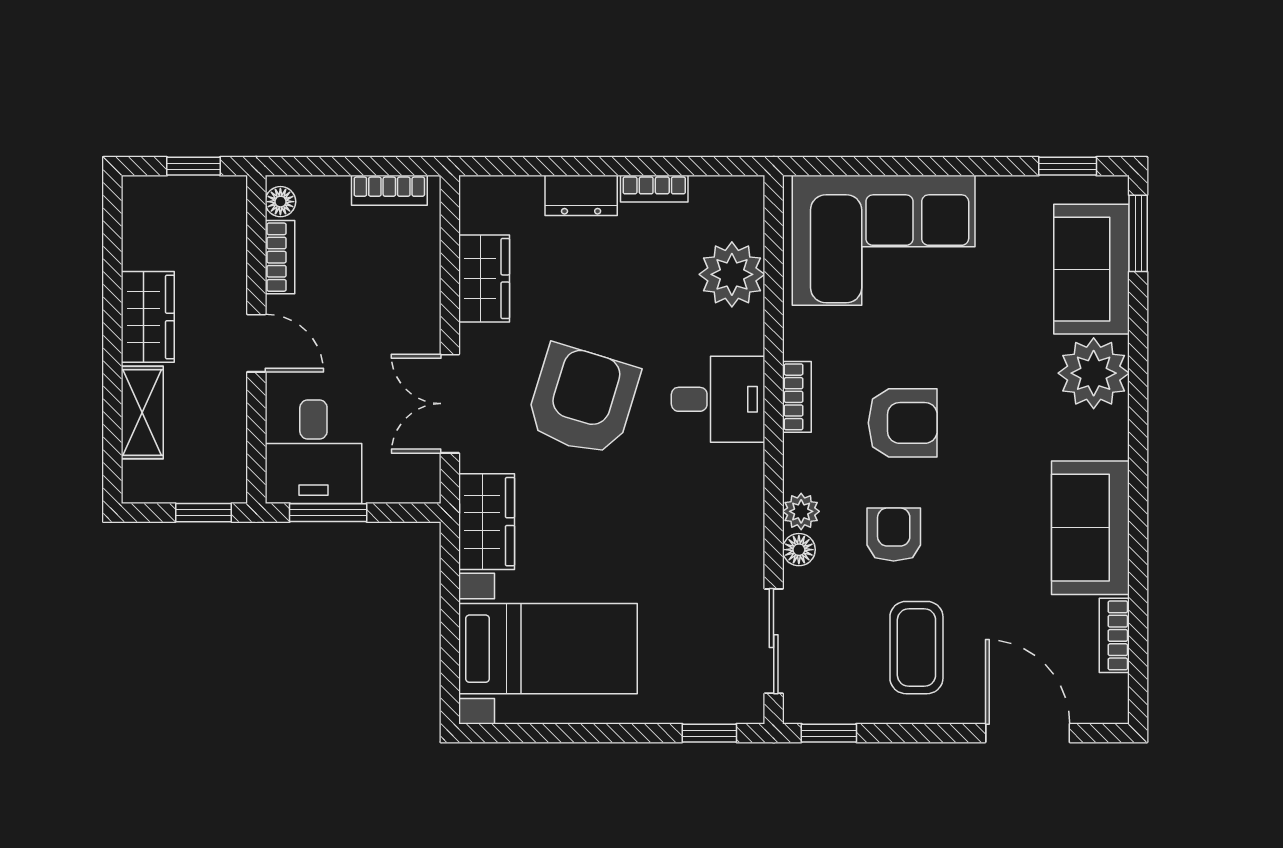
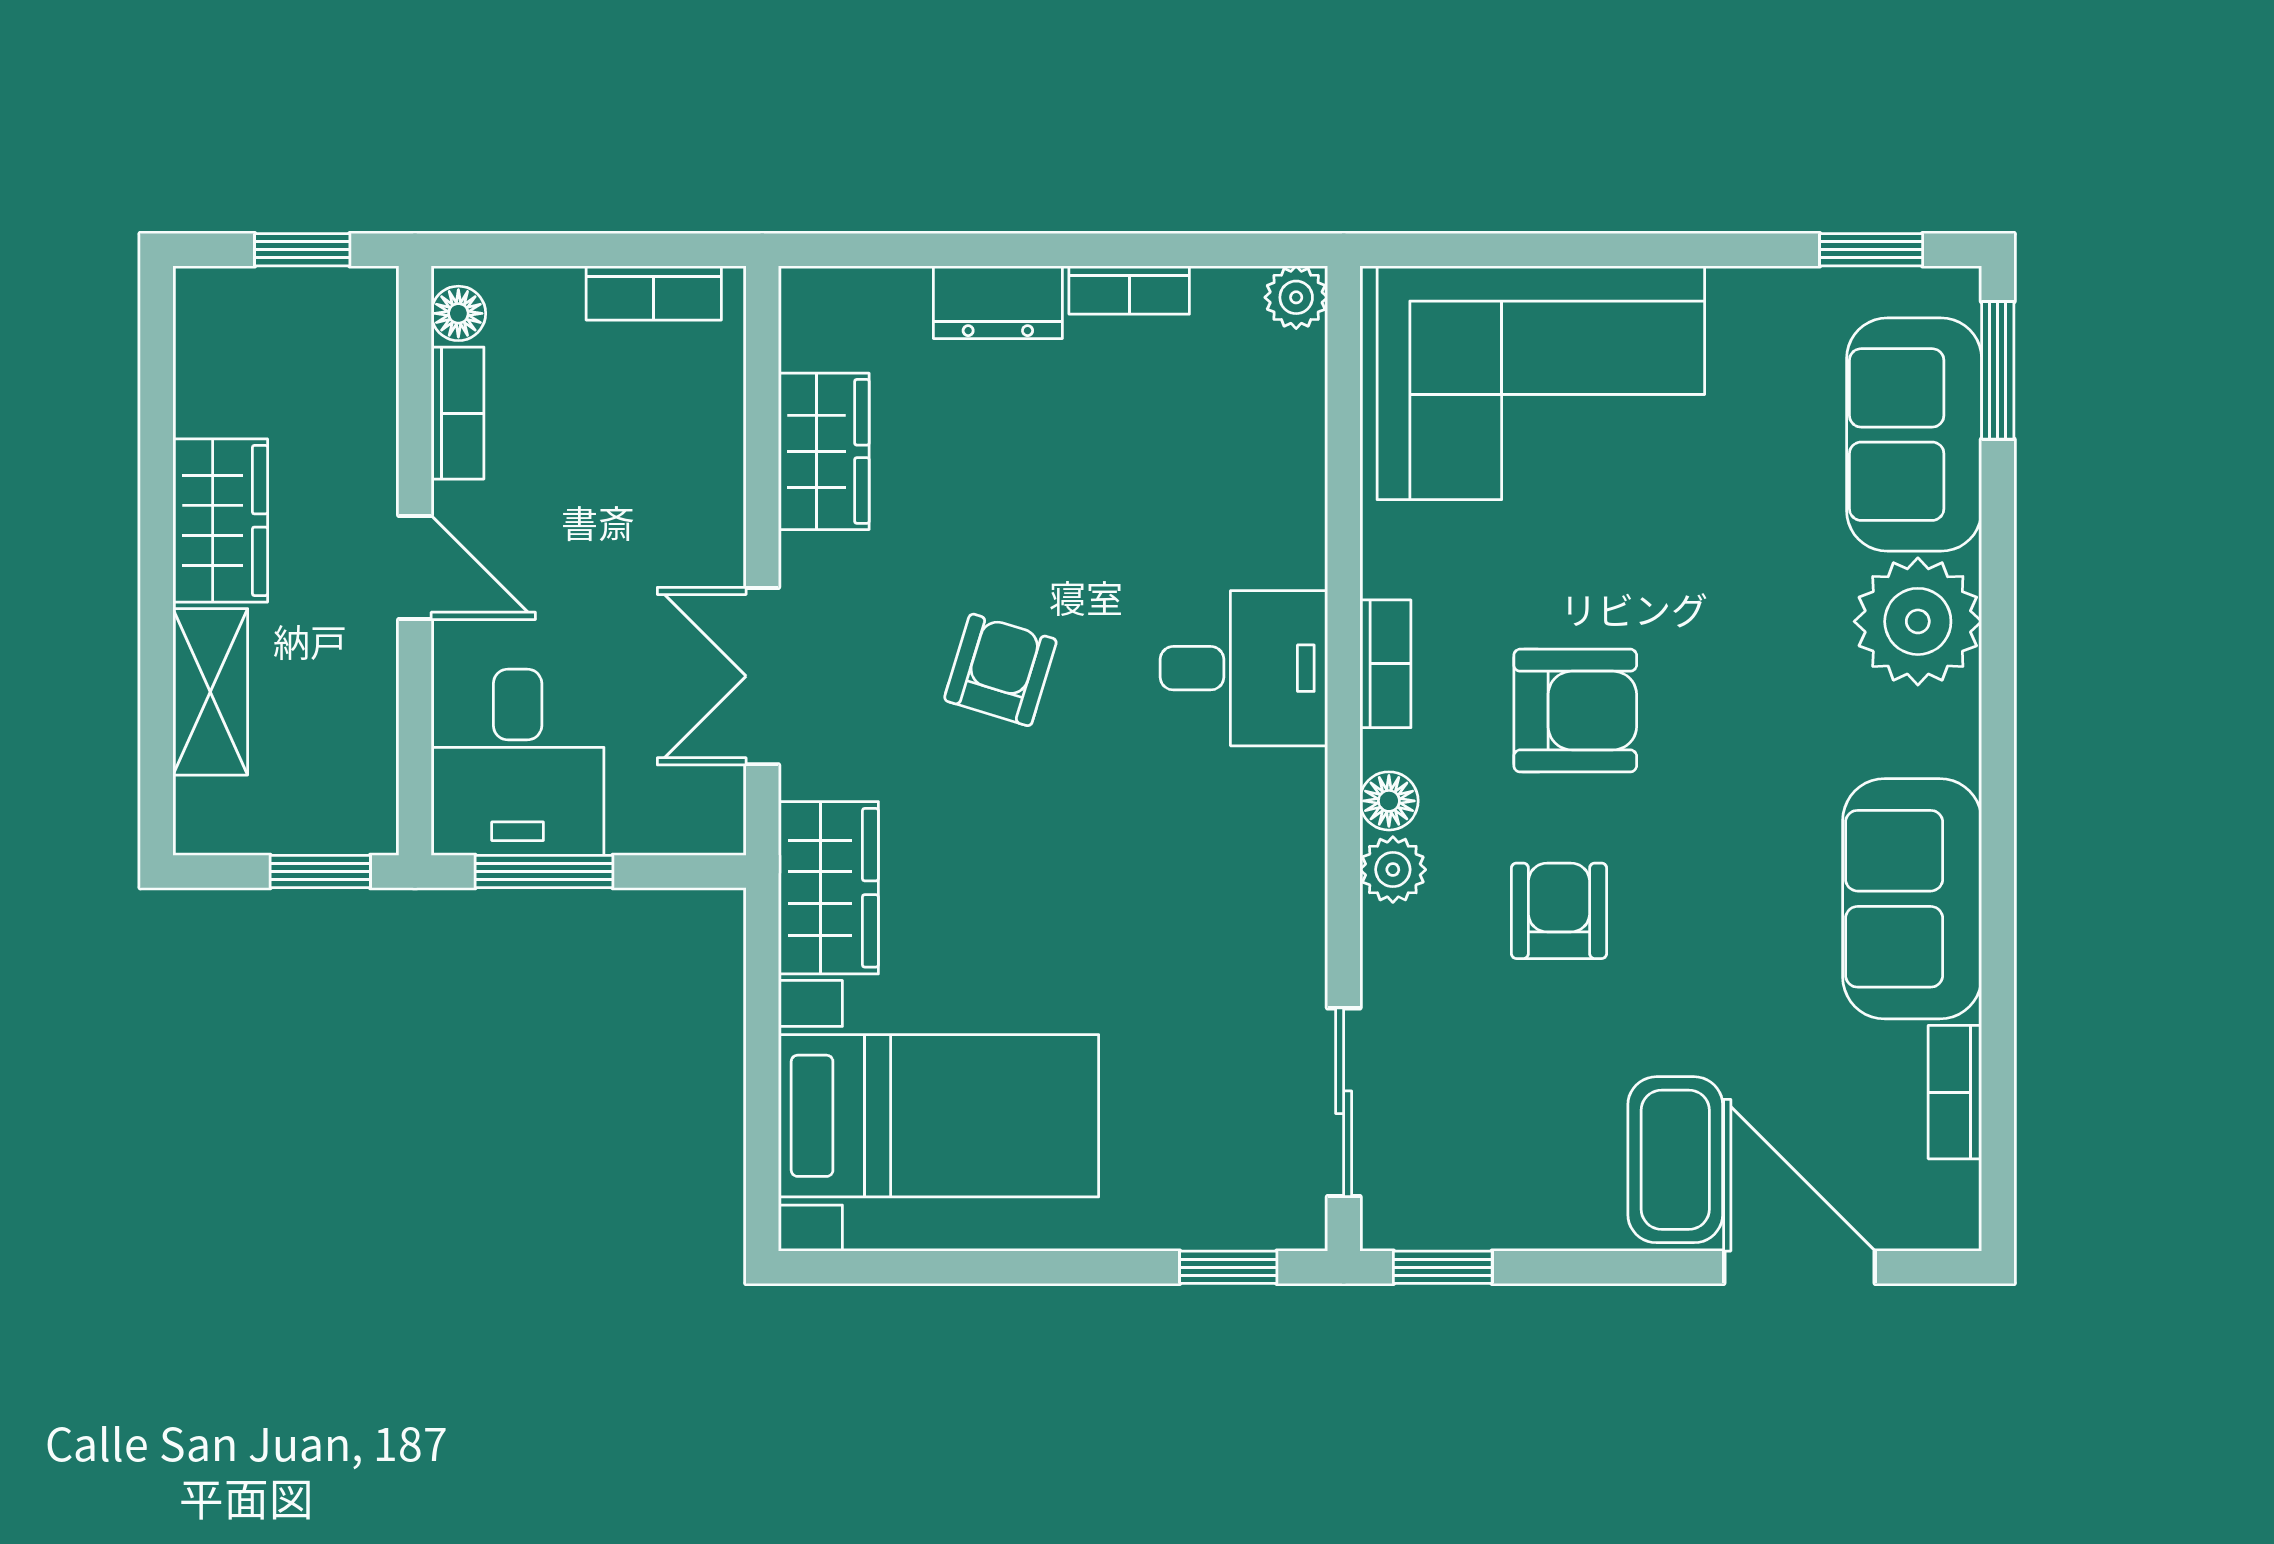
plant: (732, 274) -> (1296, 297), moved, width x0.53, depth x0.53
armchair: (582, 400) -> (1000, 670), width x0.53, depth x0.53
floor lamp: (799, 550) -> (1389, 801), moved
coffee table: (916, 648) -> (1675, 1160), moved

